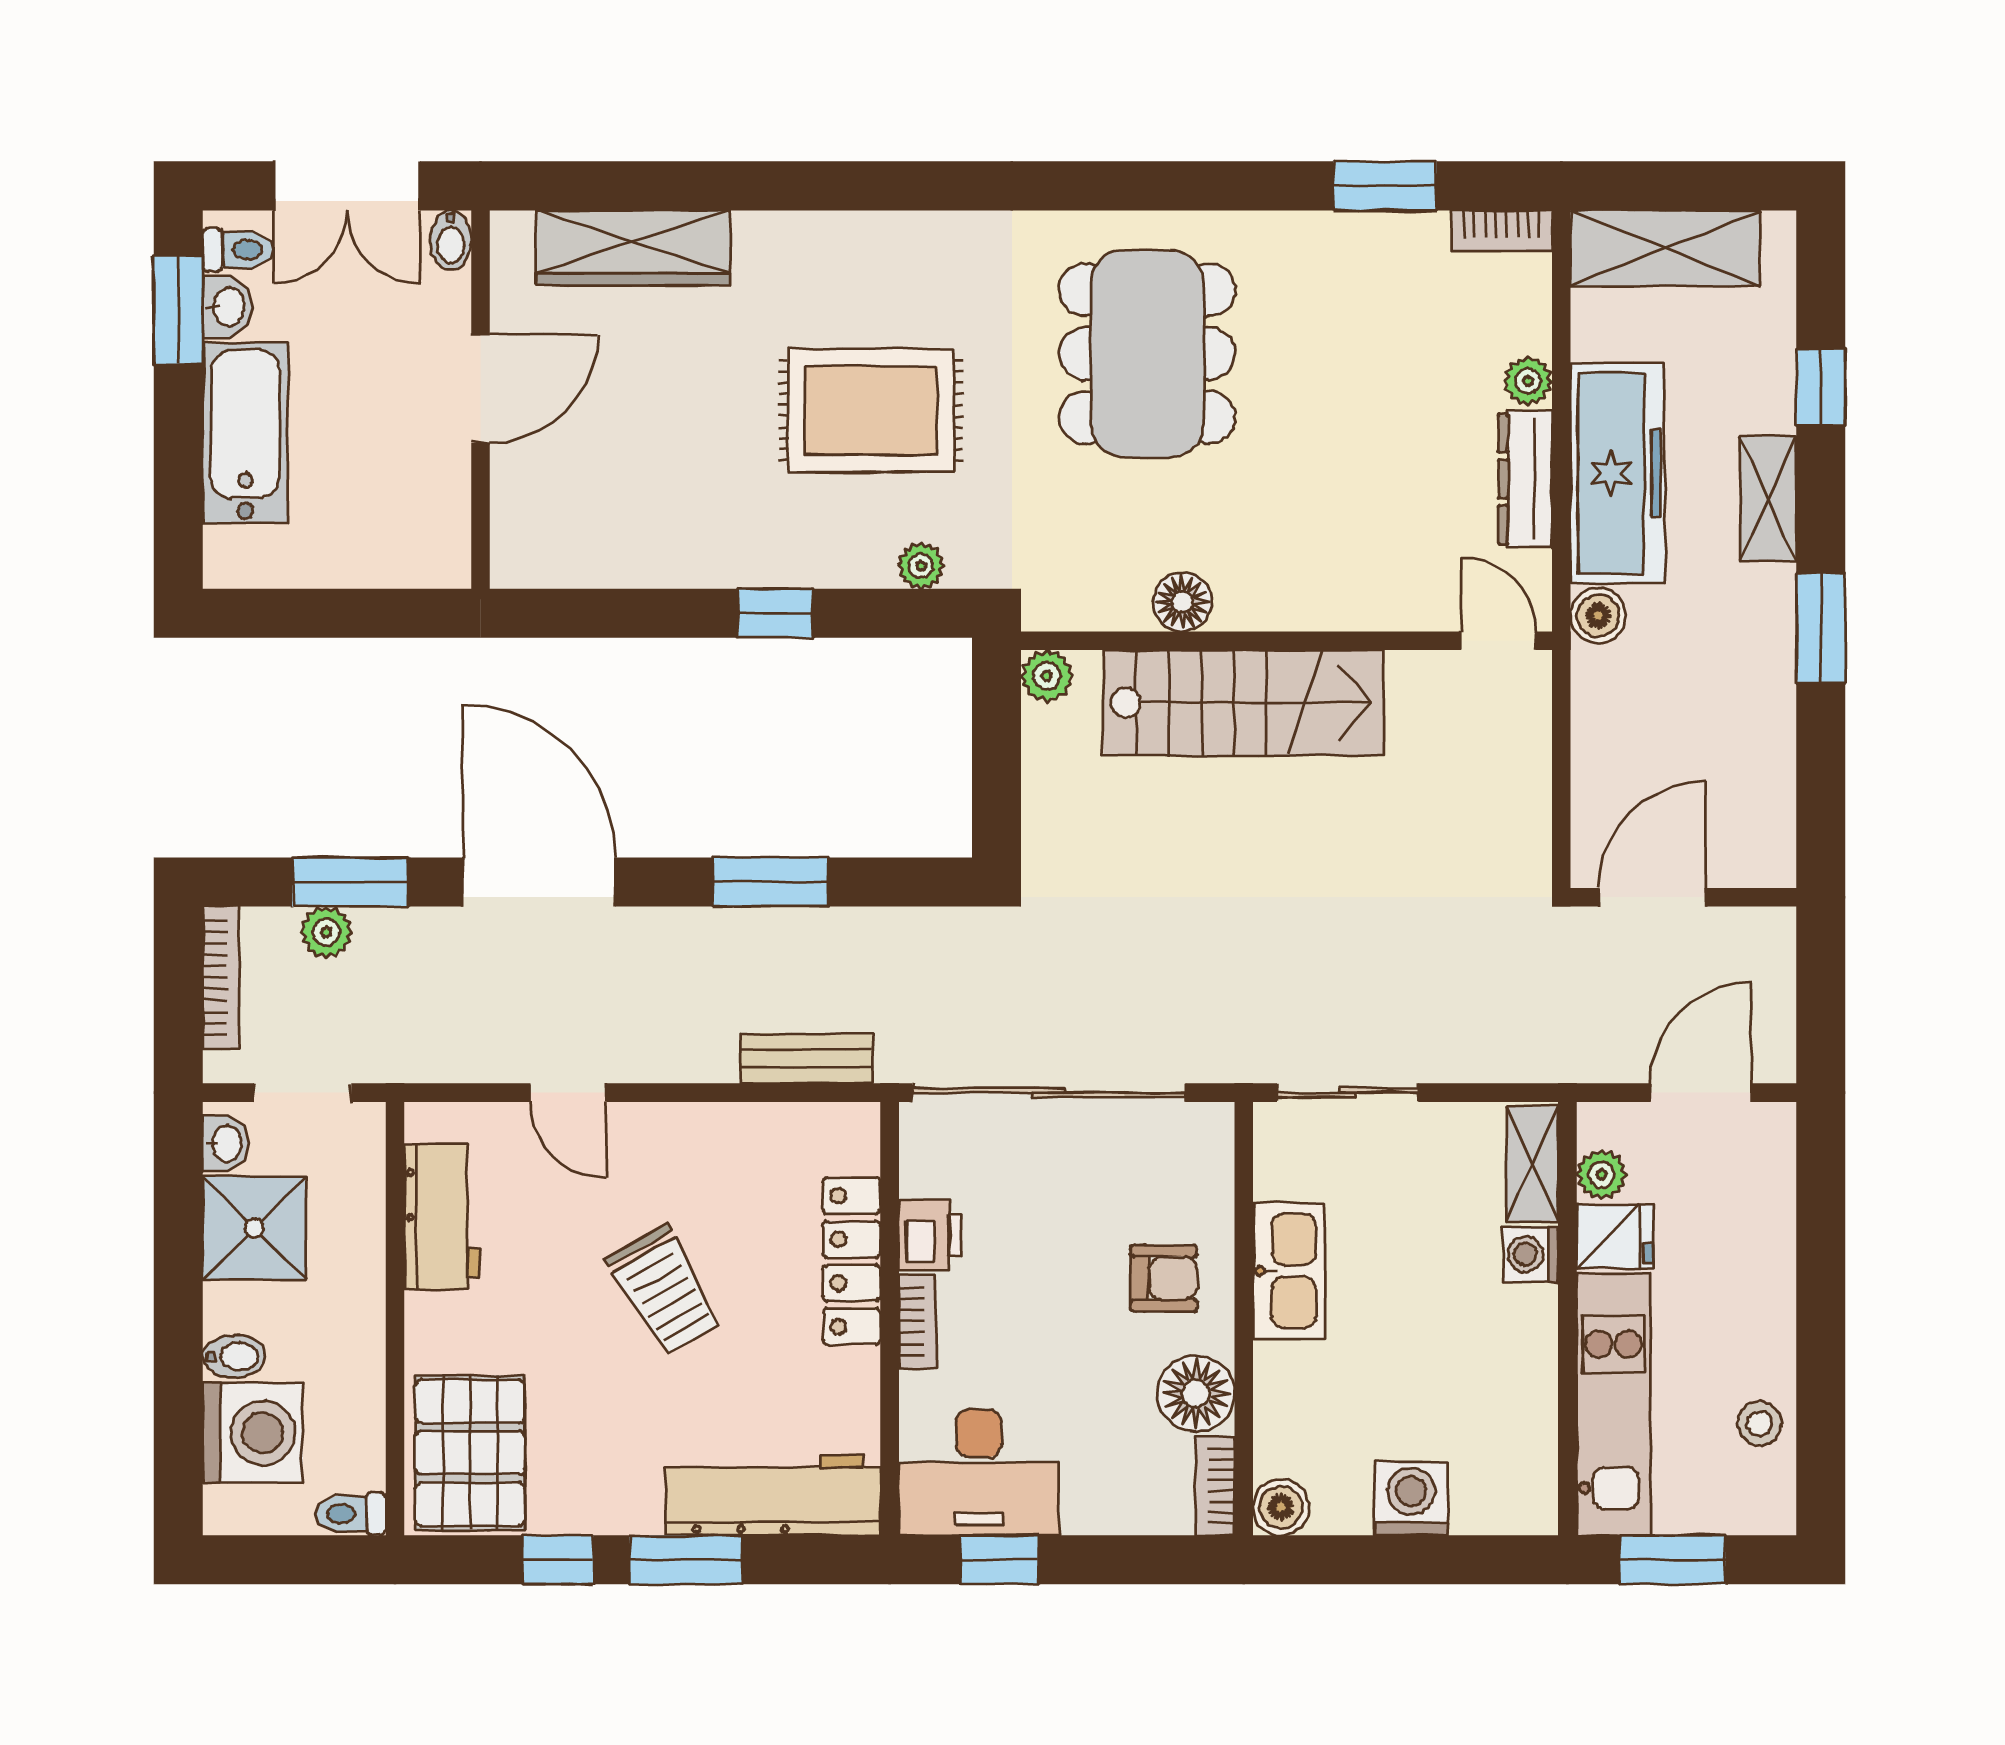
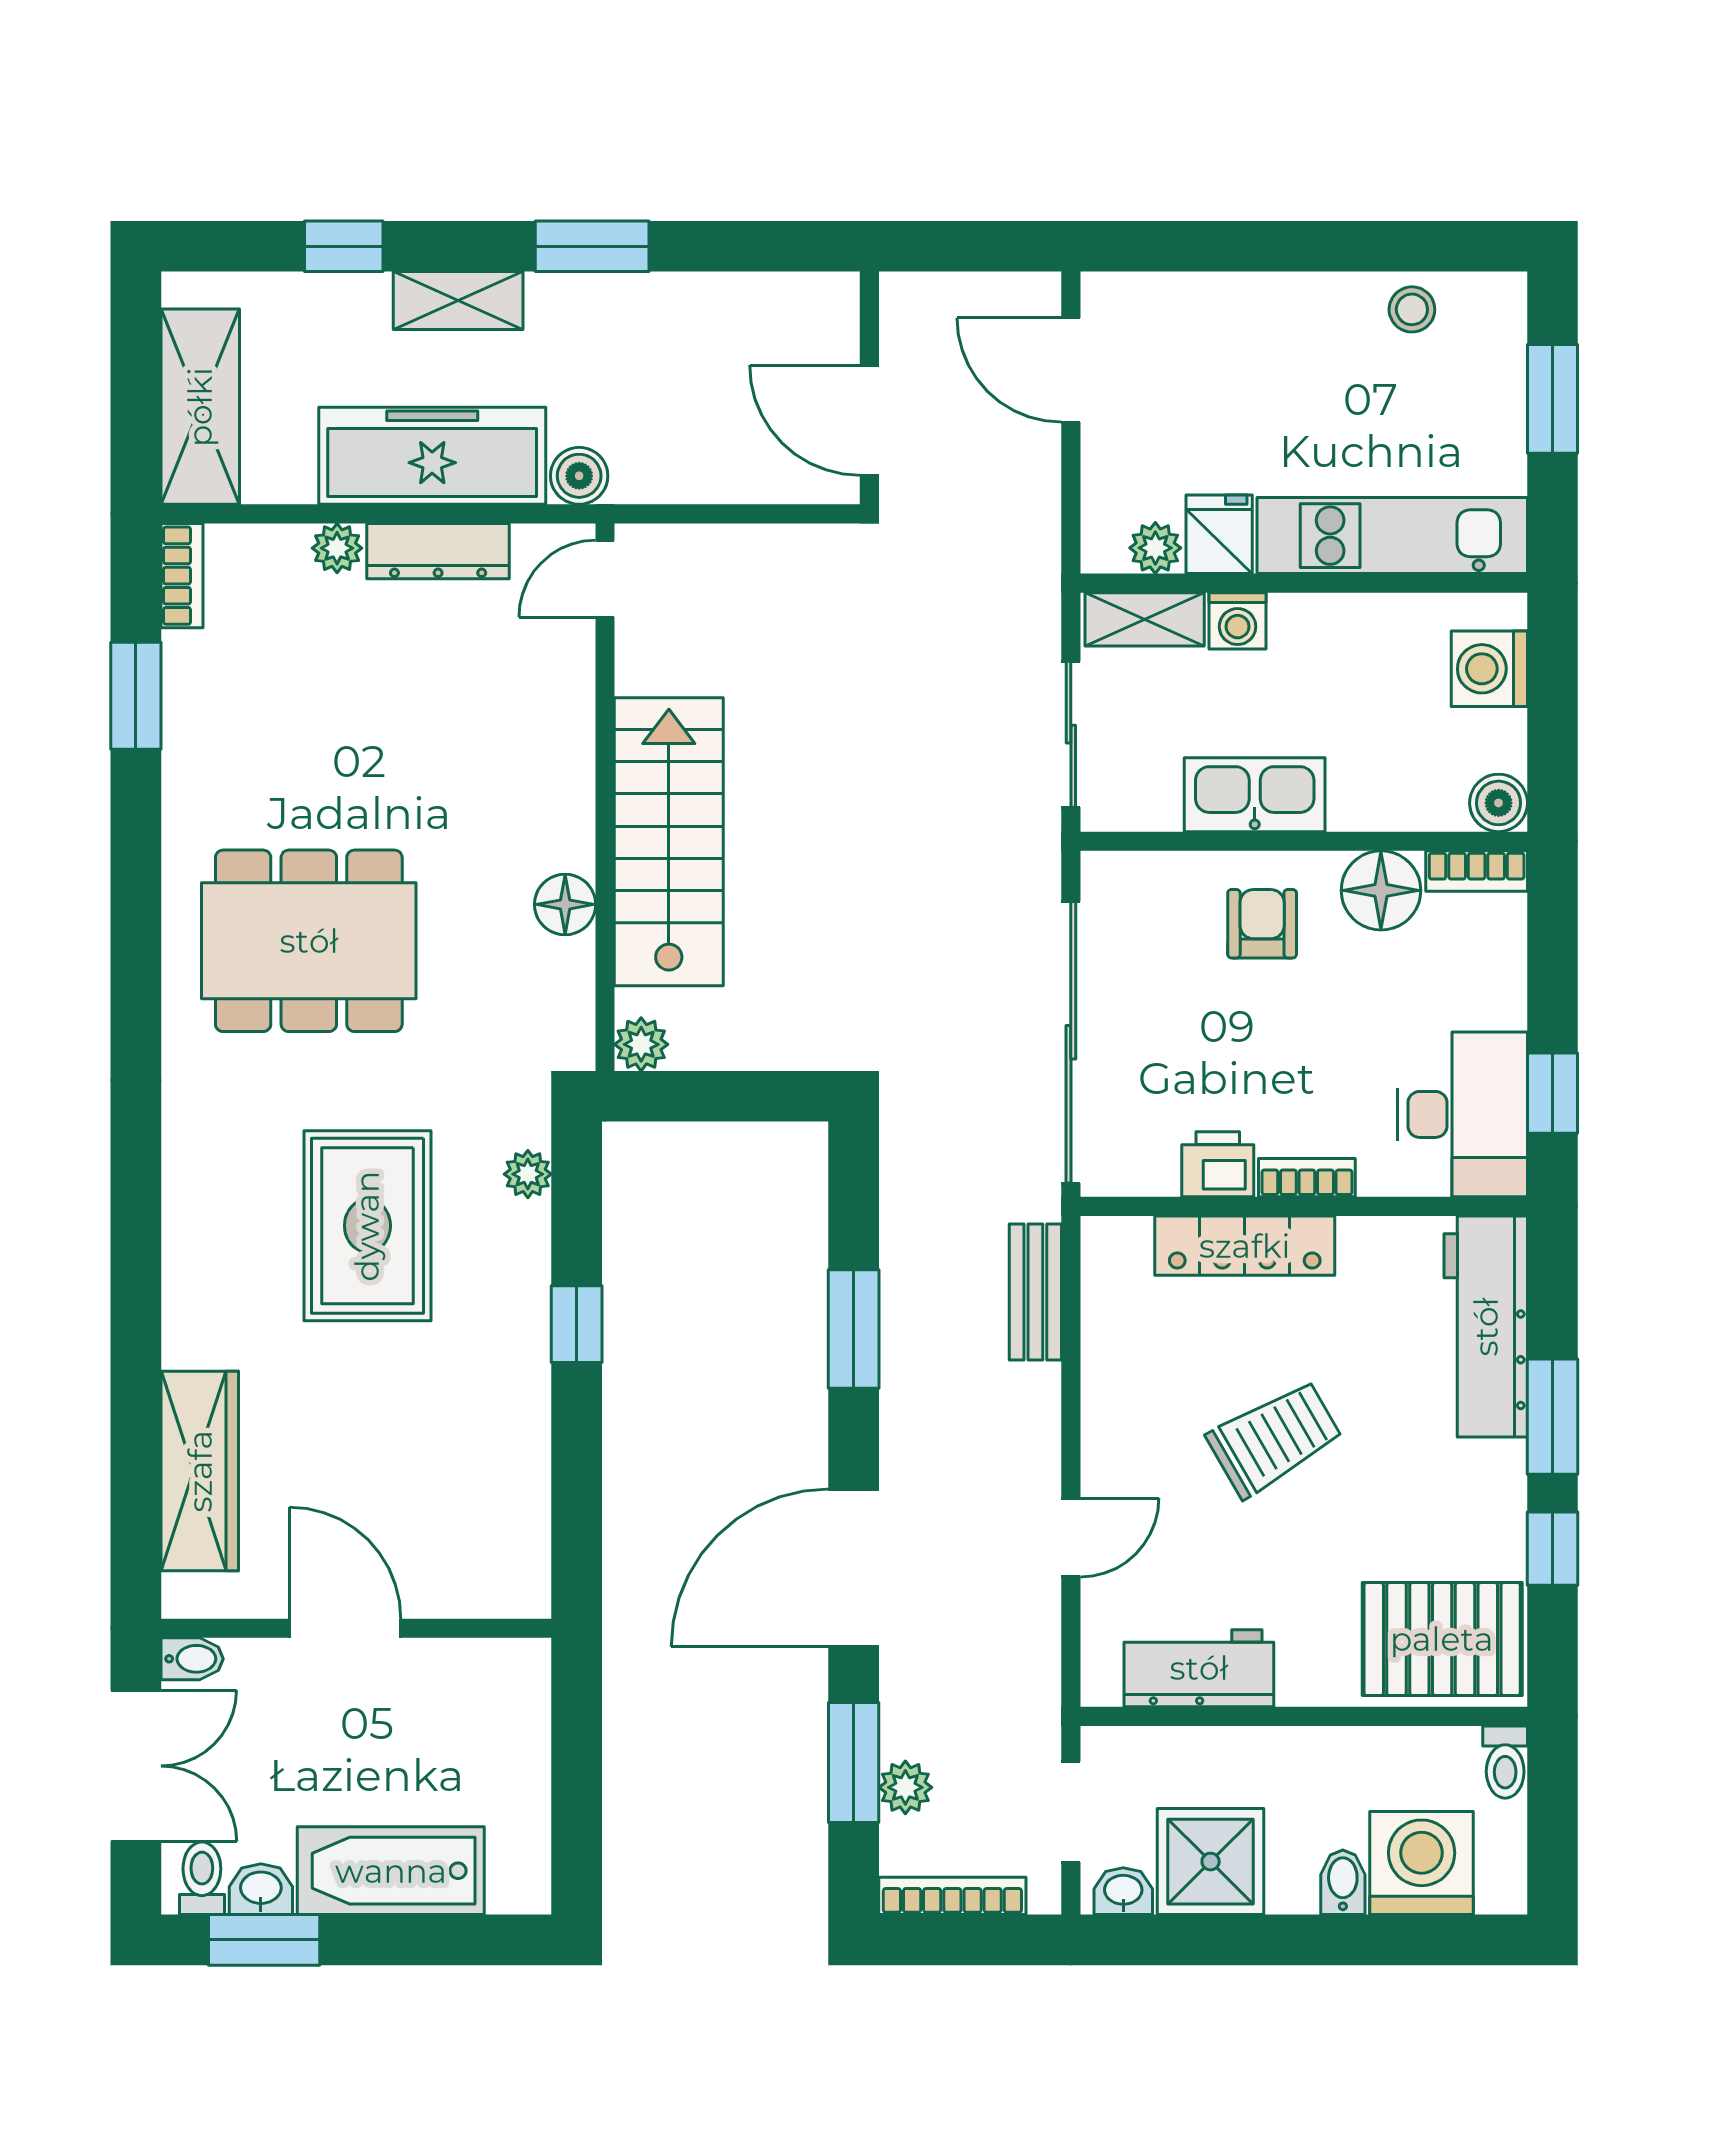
shelving: (1532, 1164) -> (1145, 619), moved
plant: (1601, 1174) -> (1155, 548), moved
fridge: (1615, 1236) -> (1219, 534), moved
washing machine: (1531, 1254) -> (1238, 621), moved
wall: (1567, 1319) -> (1304, 583), moved
kitchen unit: (1613, 1404) -> (1392, 536), moved

